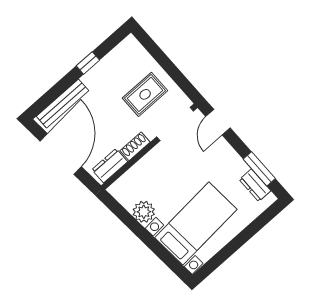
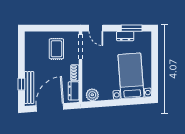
window: (88, 63) -> (21, 84), moved
door: (61, 154) -> (50, 107), hinge flipped
dresser: (255, 185) -> (125, 36), moved
plant: (144, 212) -> (92, 95), moved

